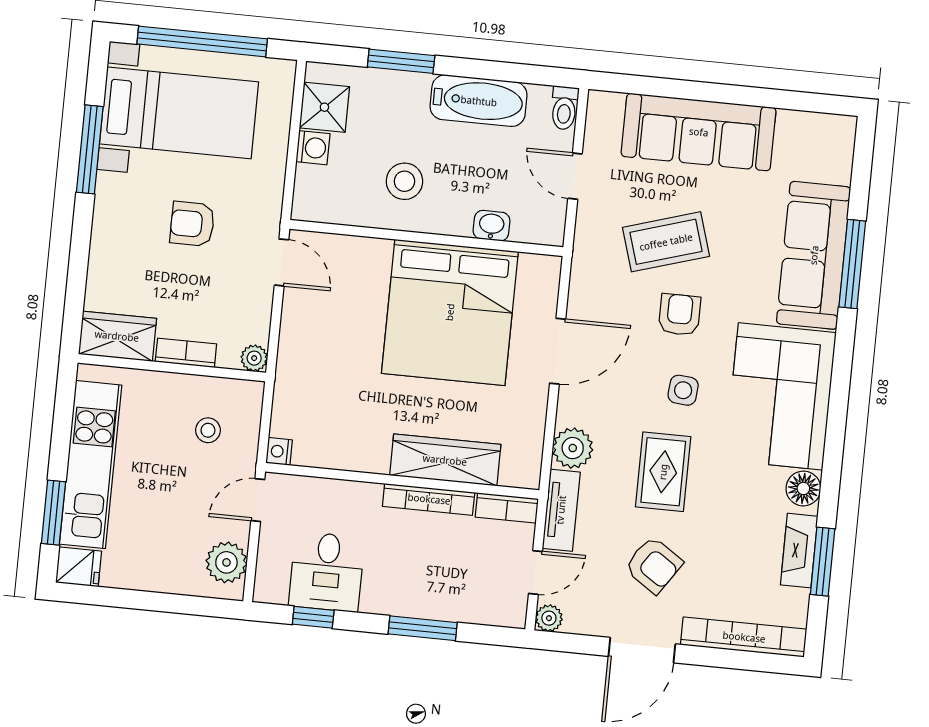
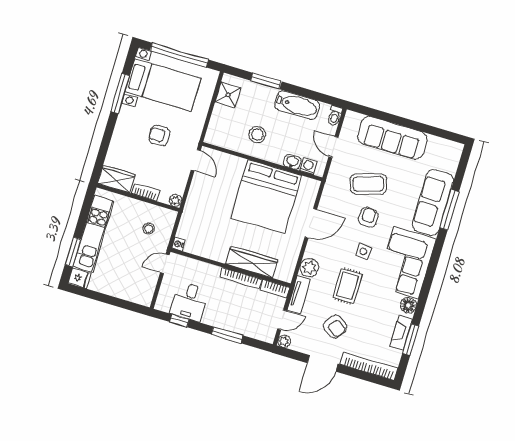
washing machine: (313, 148) -> (308, 166), moved, turned -90
plant: (226, 562) -> (146, 289), removed

